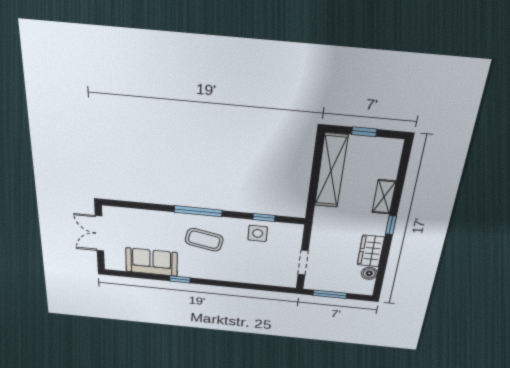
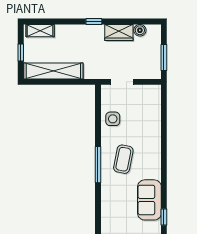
shelving: (384, 197) -> (40, 31), moved
window: (264, 217) -> (98, 115), removed
doorway: (303, 263) -> (122, 82), moved
window: (180, 279) -> (164, 217), moved

